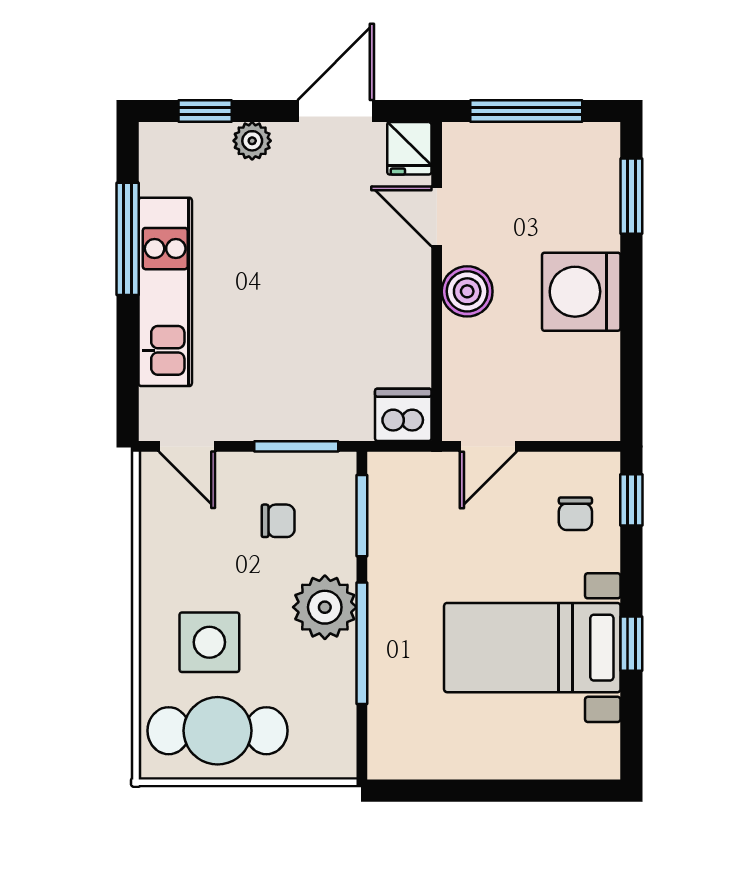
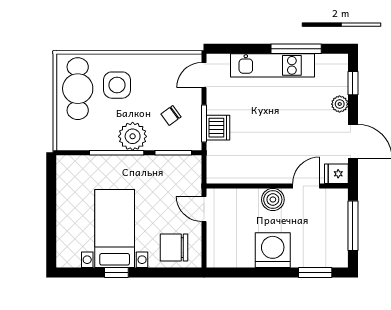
dishwasher: (403, 415) -> (218, 128), moved
window: (631, 500) -> (180, 272), removed
chair: (575, 514) -> (174, 248), width x1.87, depth x1.87
chair: (278, 521) -> (171, 116), turned 54

